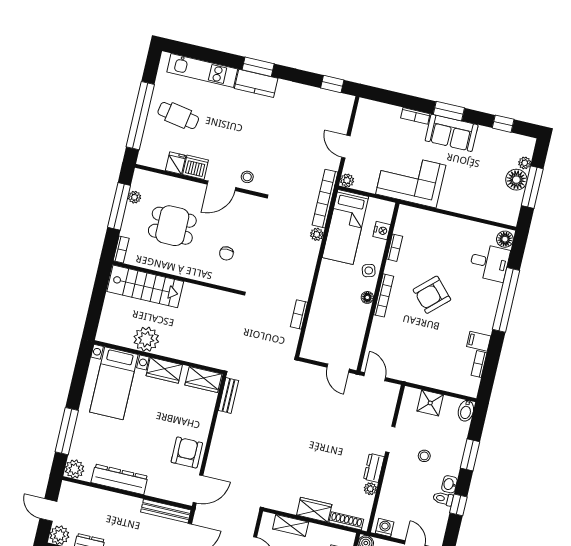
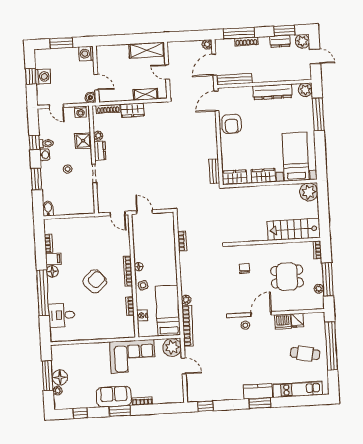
plant: (347, 180) -> (172, 347), width x1.87, depth x1.87
floor lamp: (505, 239) -> (52, 271), moved
plant: (146, 339) -> (309, 192), moved
shower: (430, 403) -> (83, 141), moved

